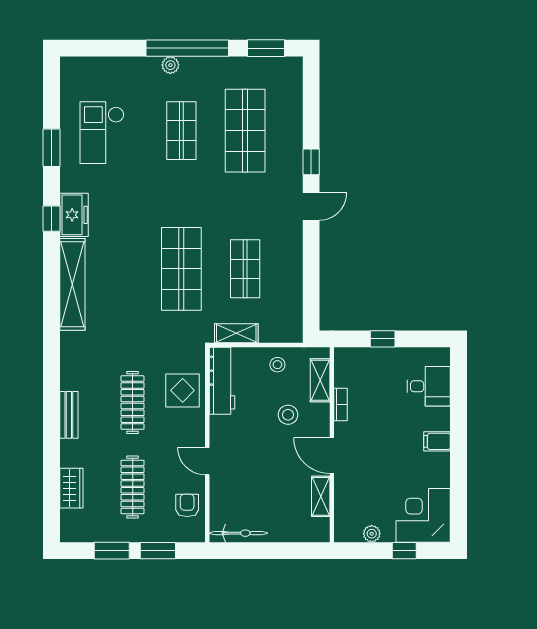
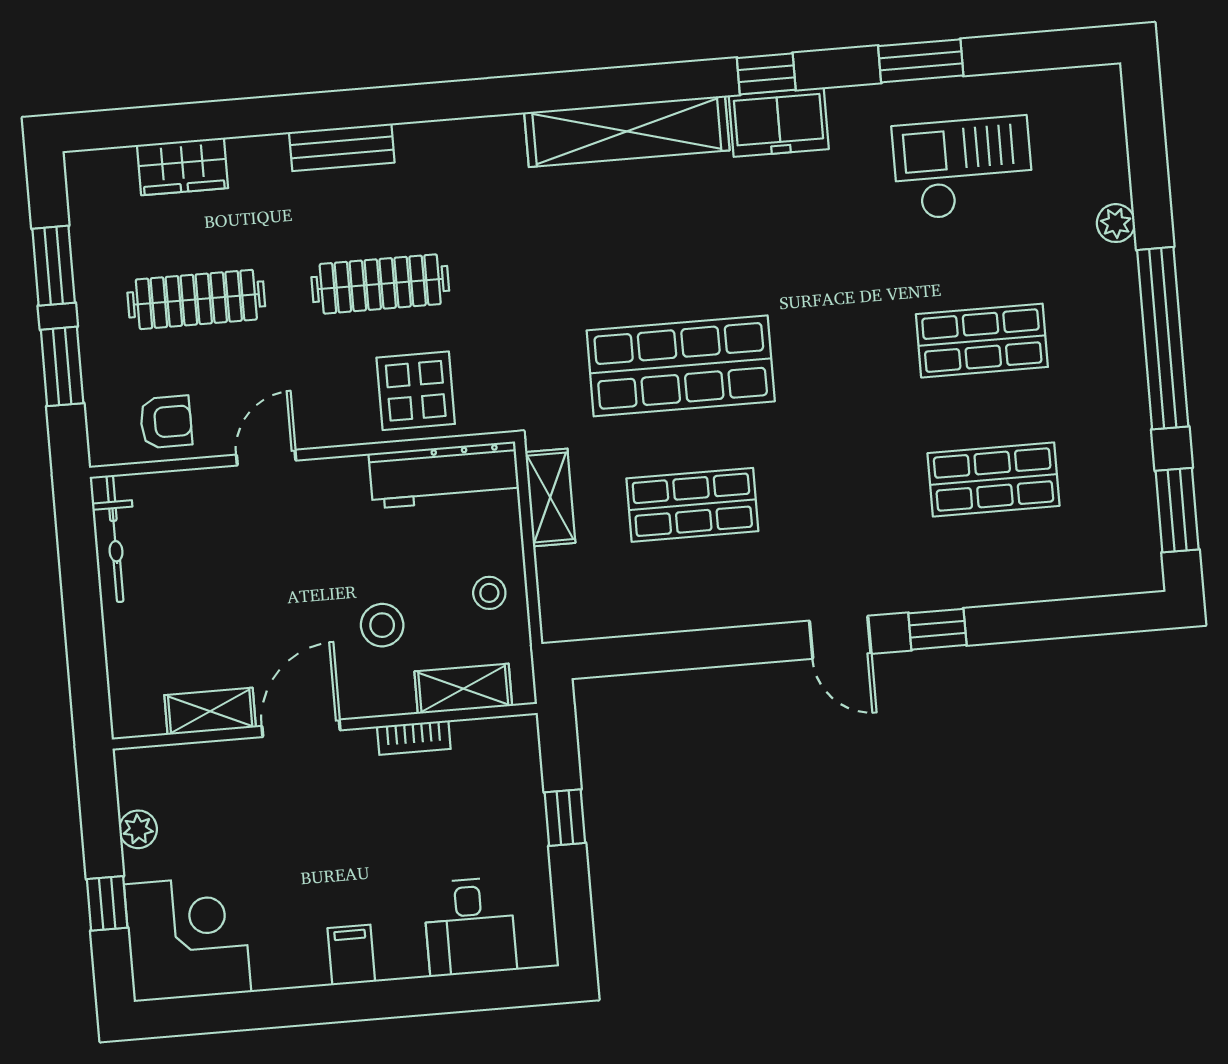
plant: (170, 65) -> (1116, 223), moved
shop shelf: (245, 131) -> (994, 480), width x0.70, depth x0.74

